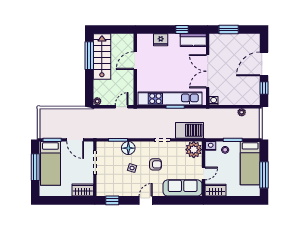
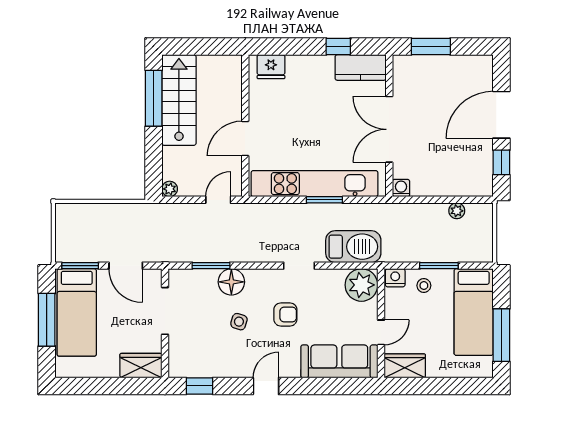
fridge: (161, 40) -> (271, 67), moved
door: (135, 61) -> (245, 139), moved

